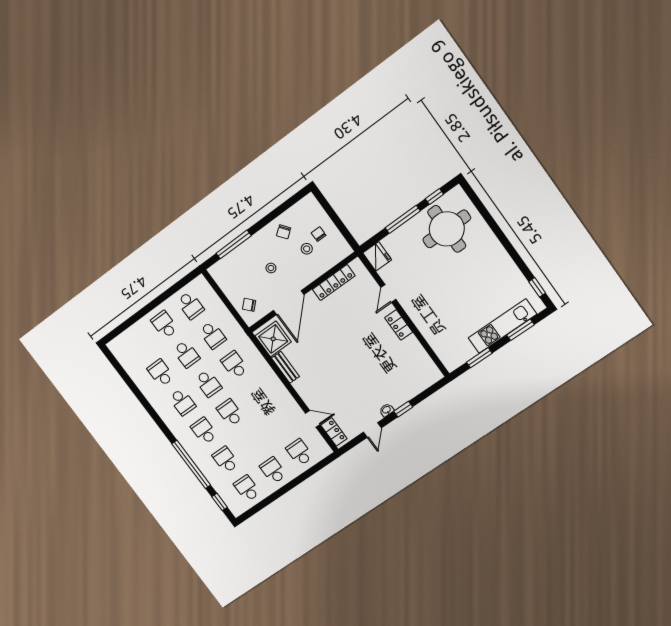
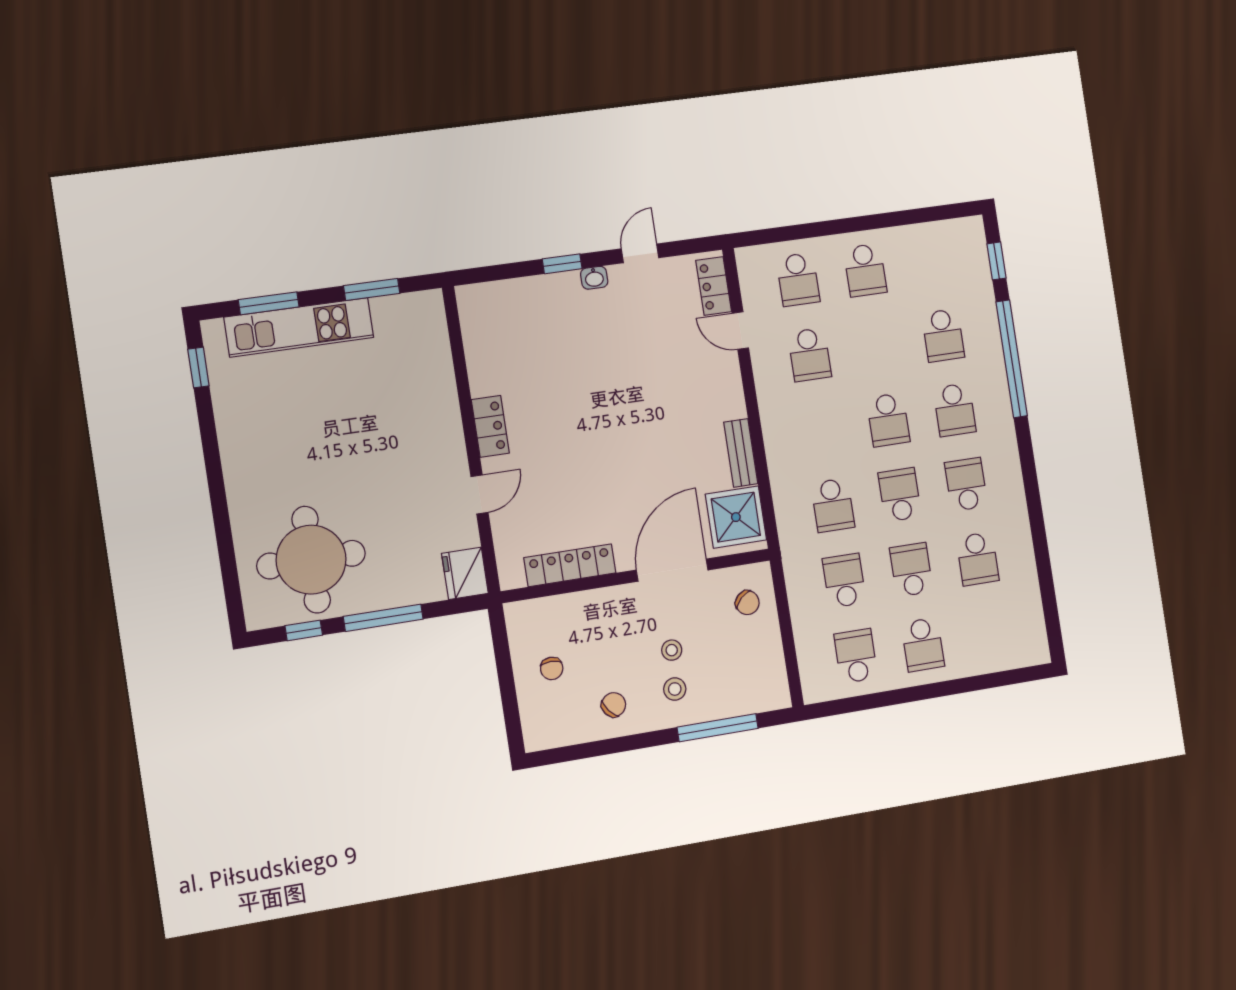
stool: (307, 249) -> (675, 689), moved
school desk: (247, 488) -> (810, 355), moved

